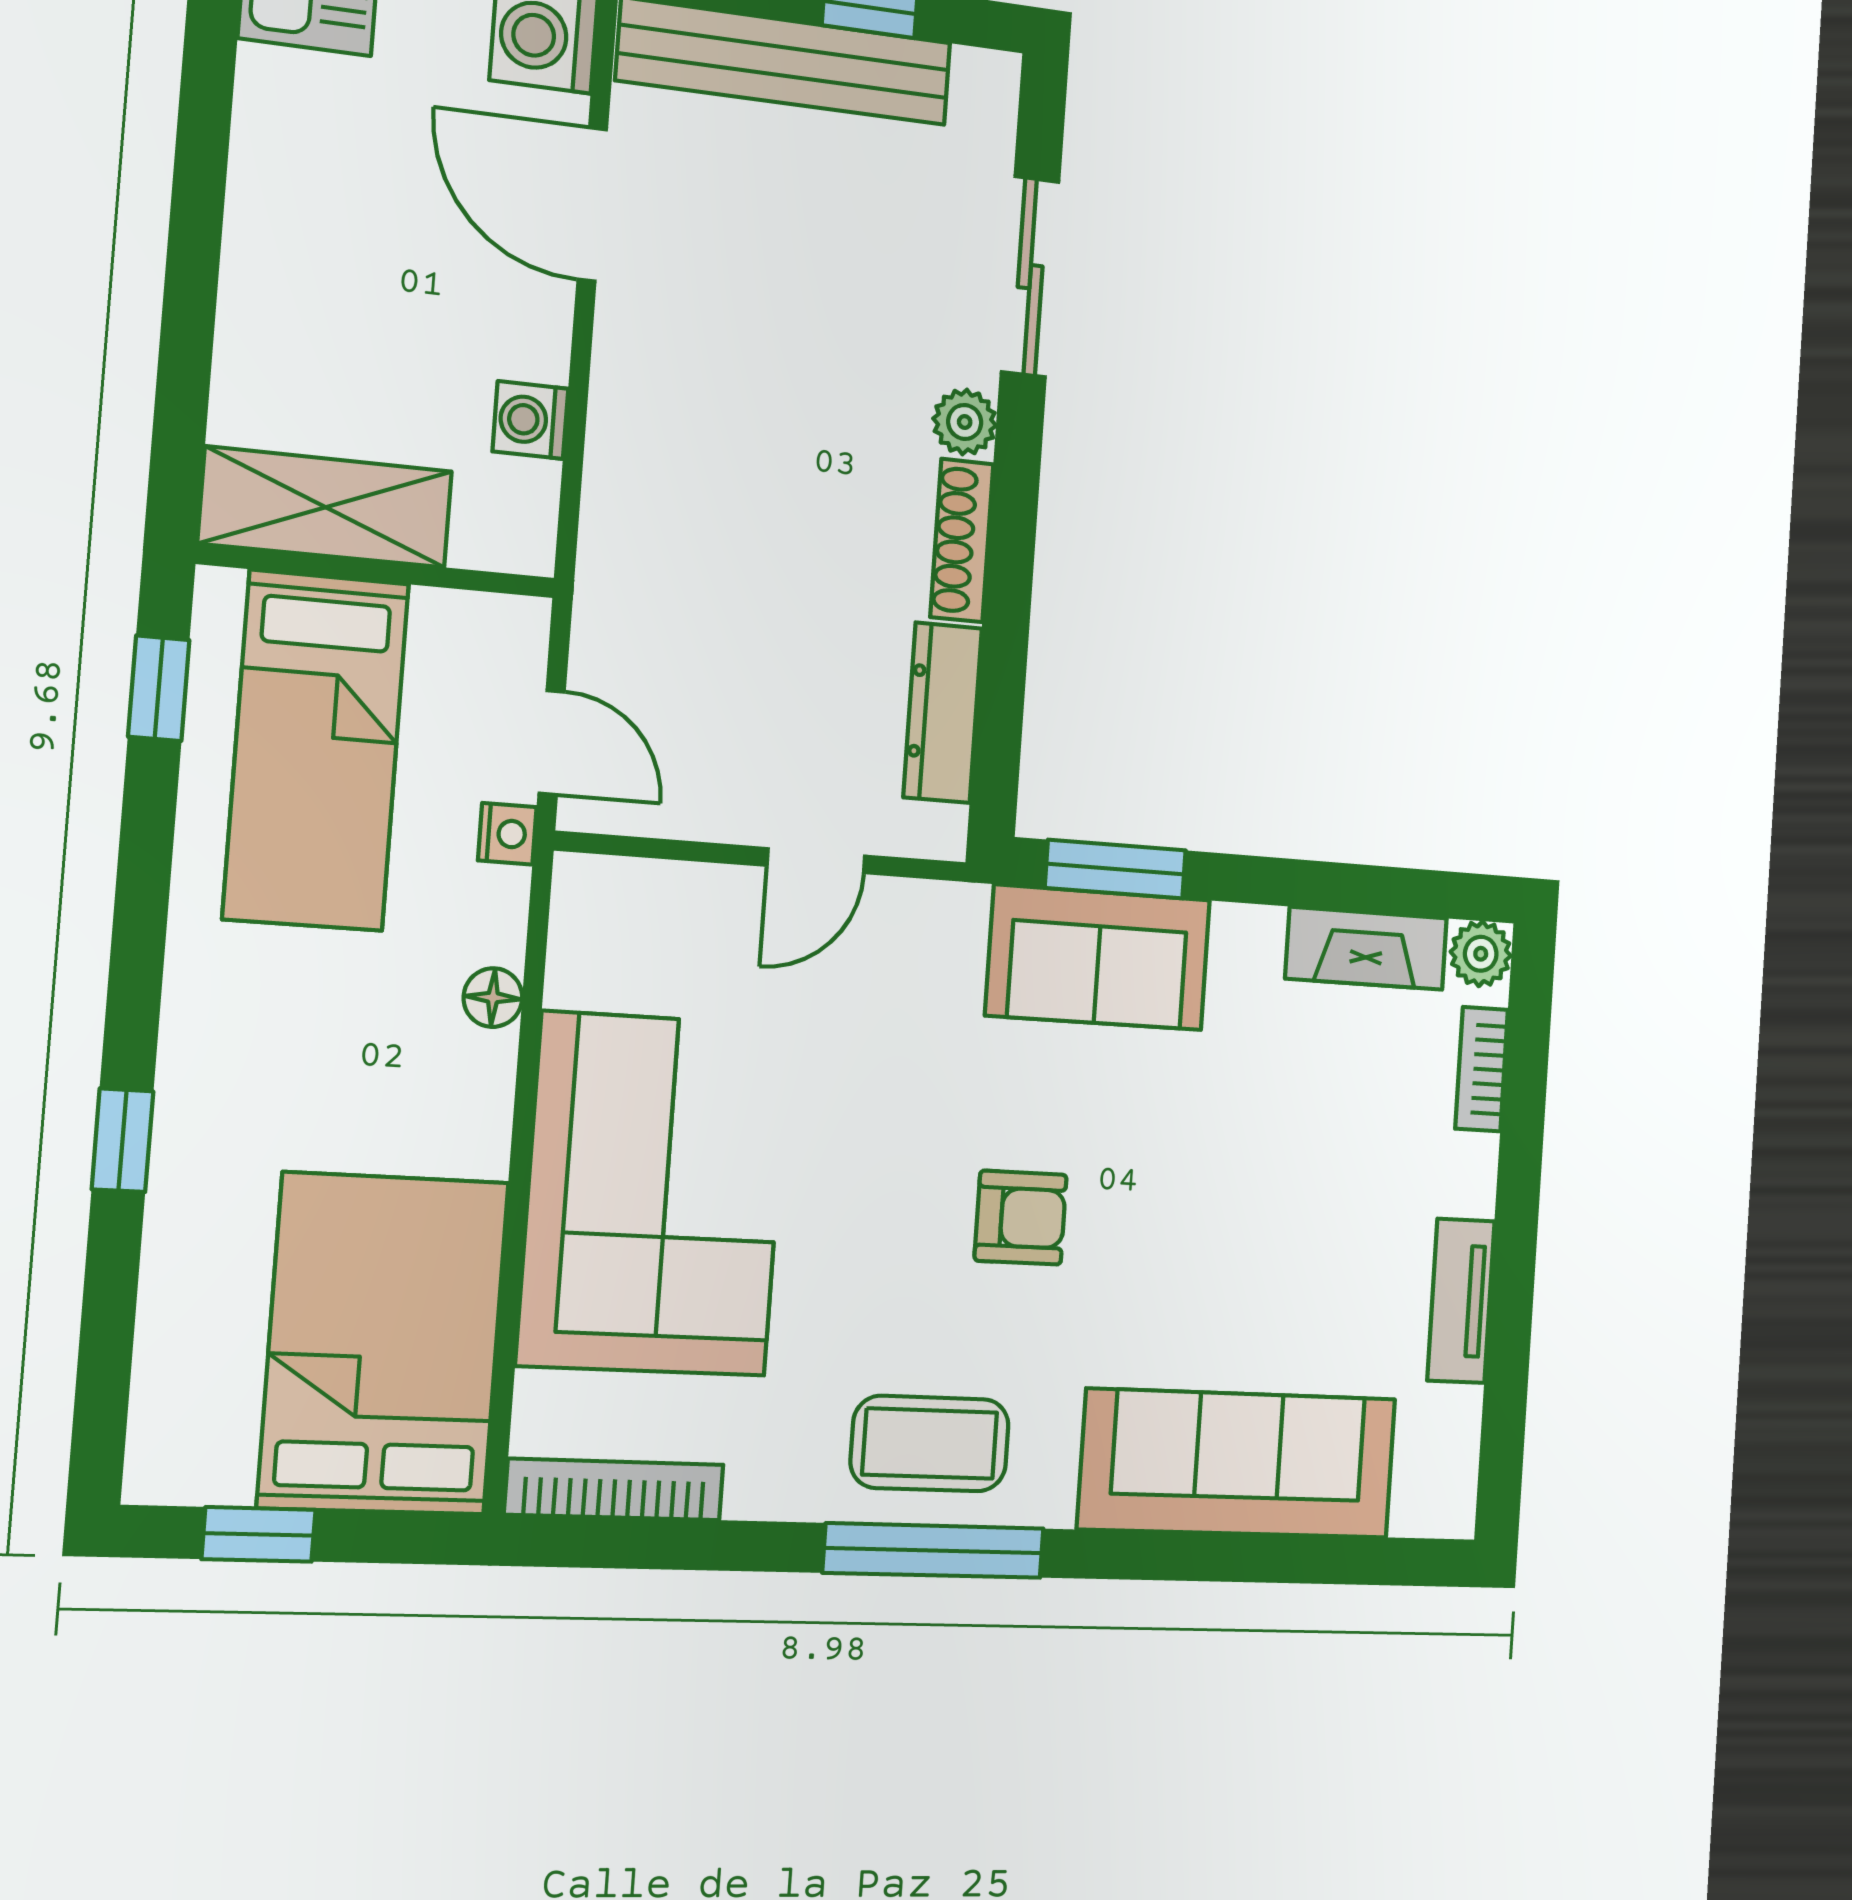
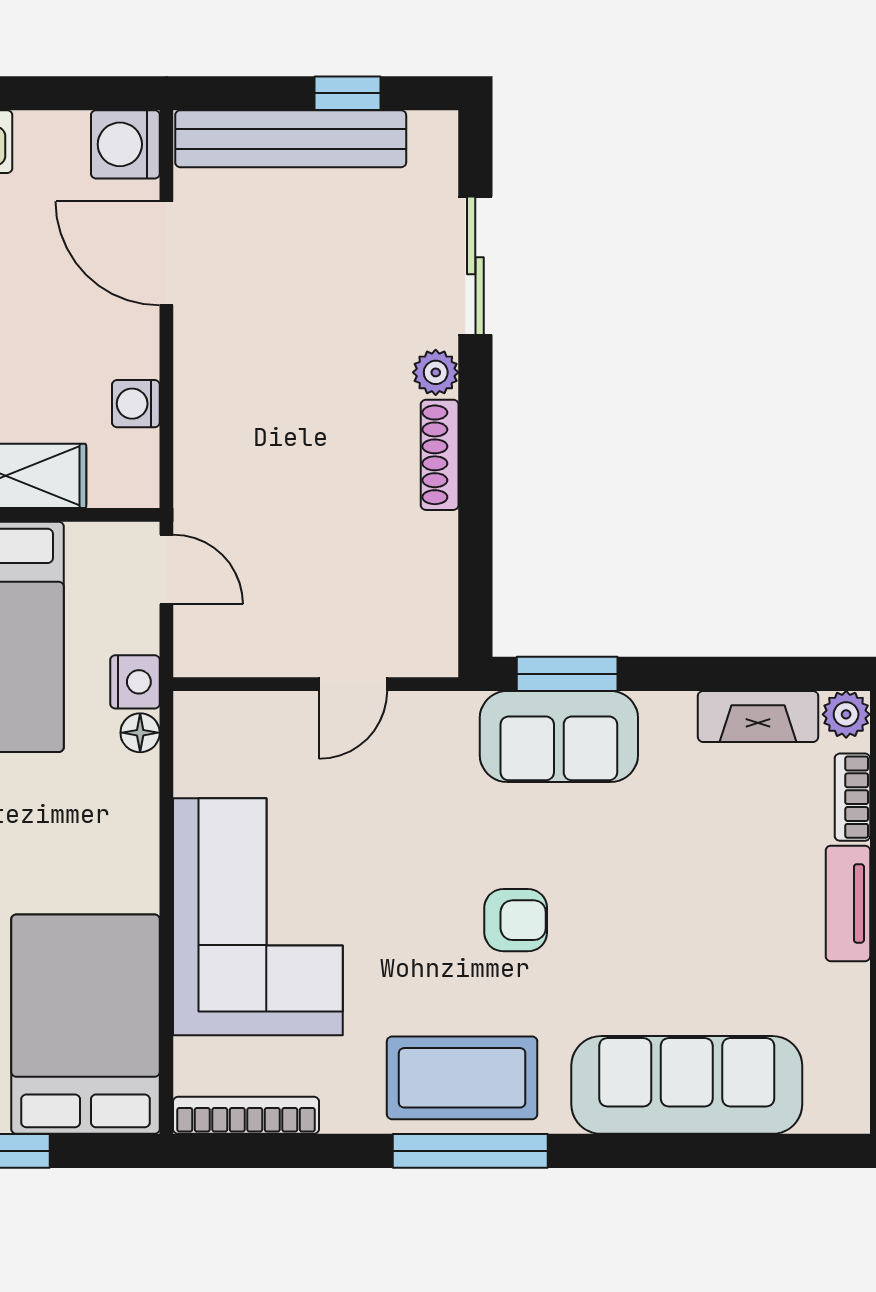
dresser: (943, 713) -> (435, 575), removed
door: (552, 743) -> (166, 569), moved
nightstand: (507, 834) -> (135, 682), width x1.39, depth x1.35
floor lamp: (493, 998) -> (140, 733), moved
tv unit: (1461, 1301) -> (848, 903), moved
coffee table: (930, 1444) -> (462, 1078), width x1.36, depth x1.32

